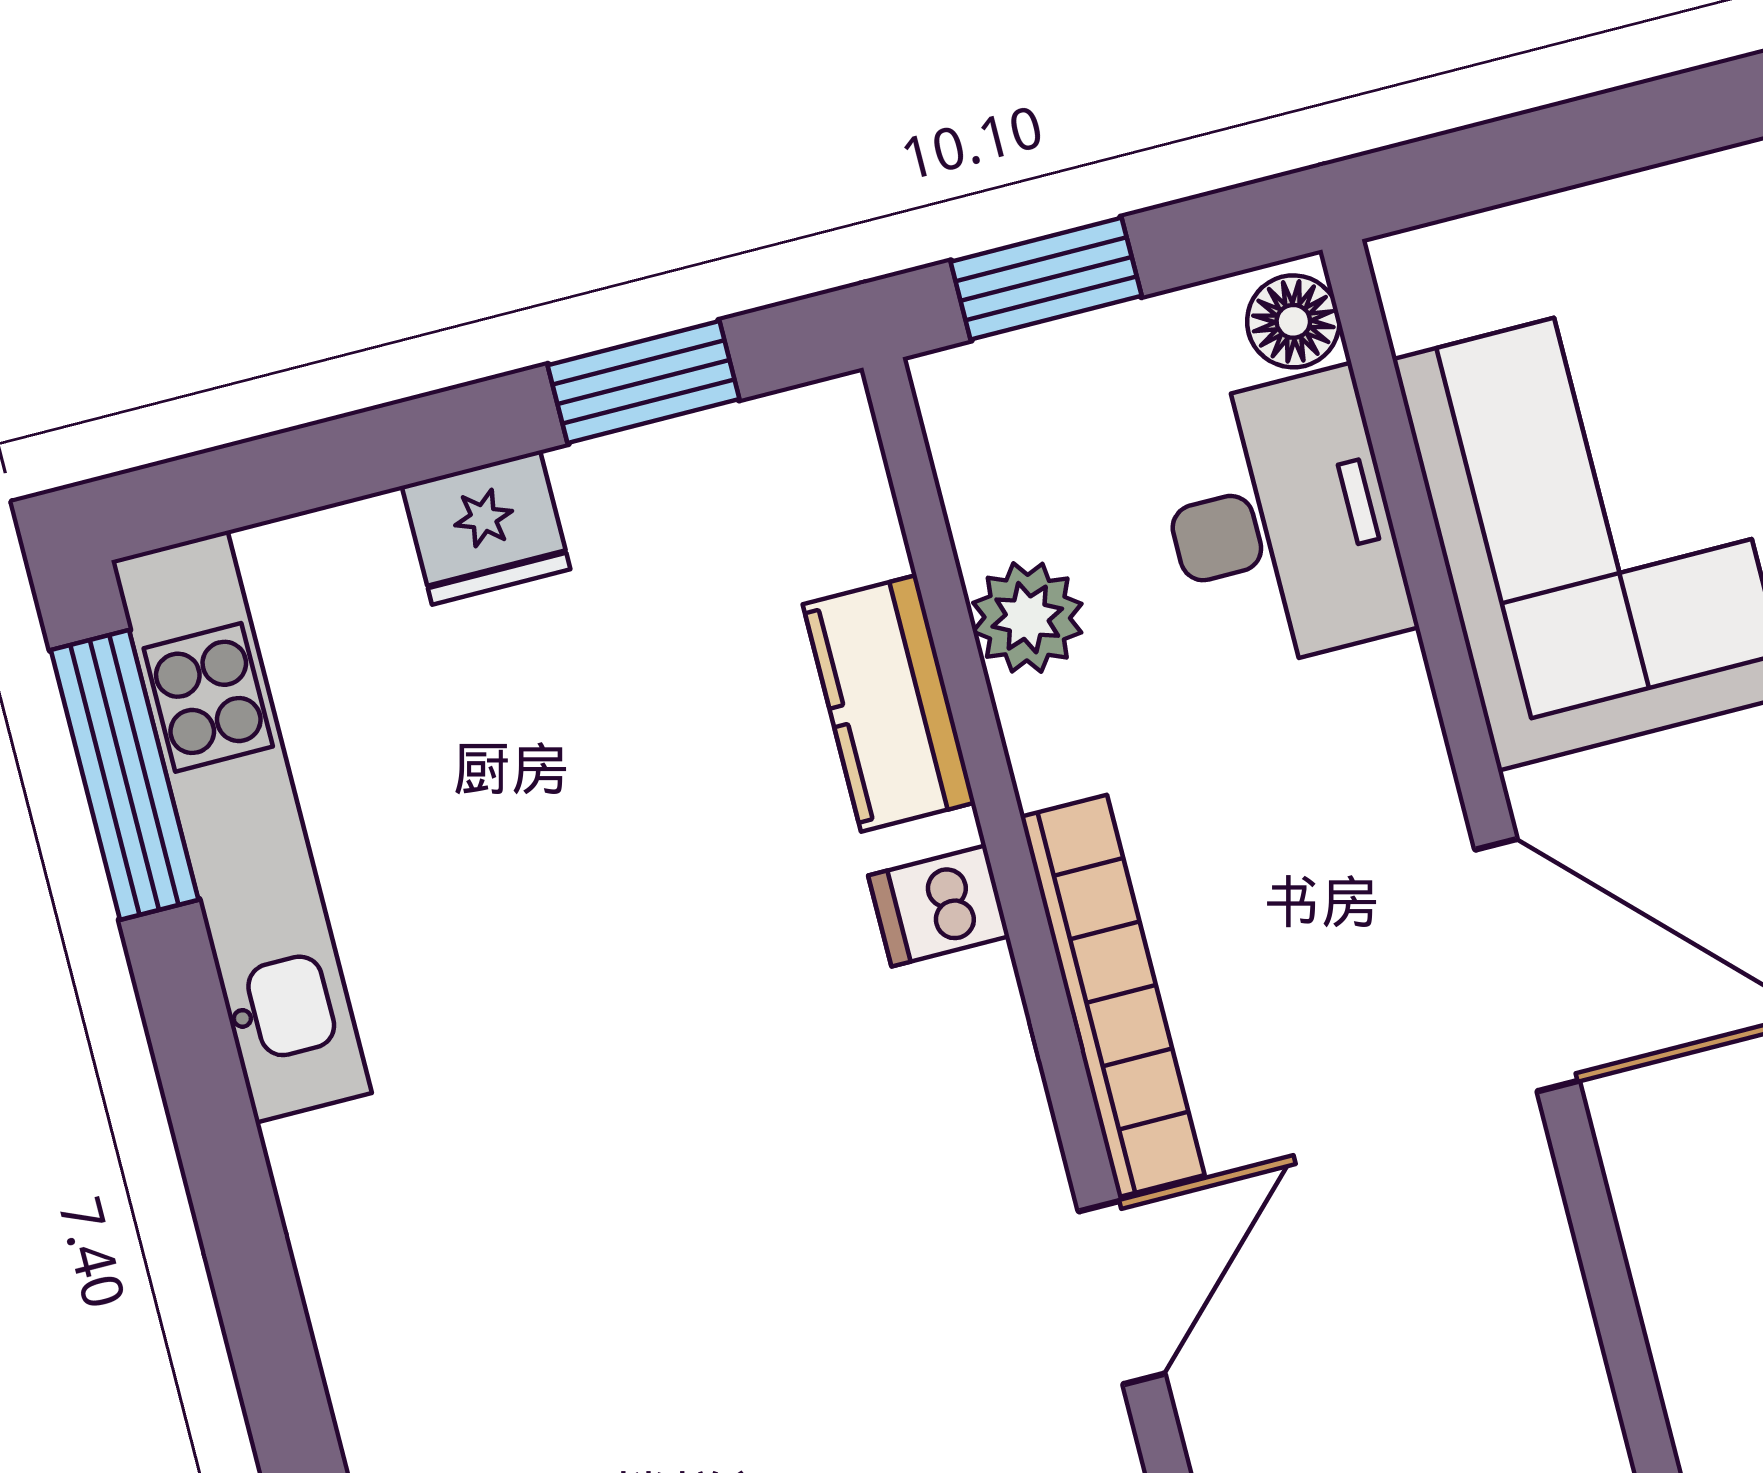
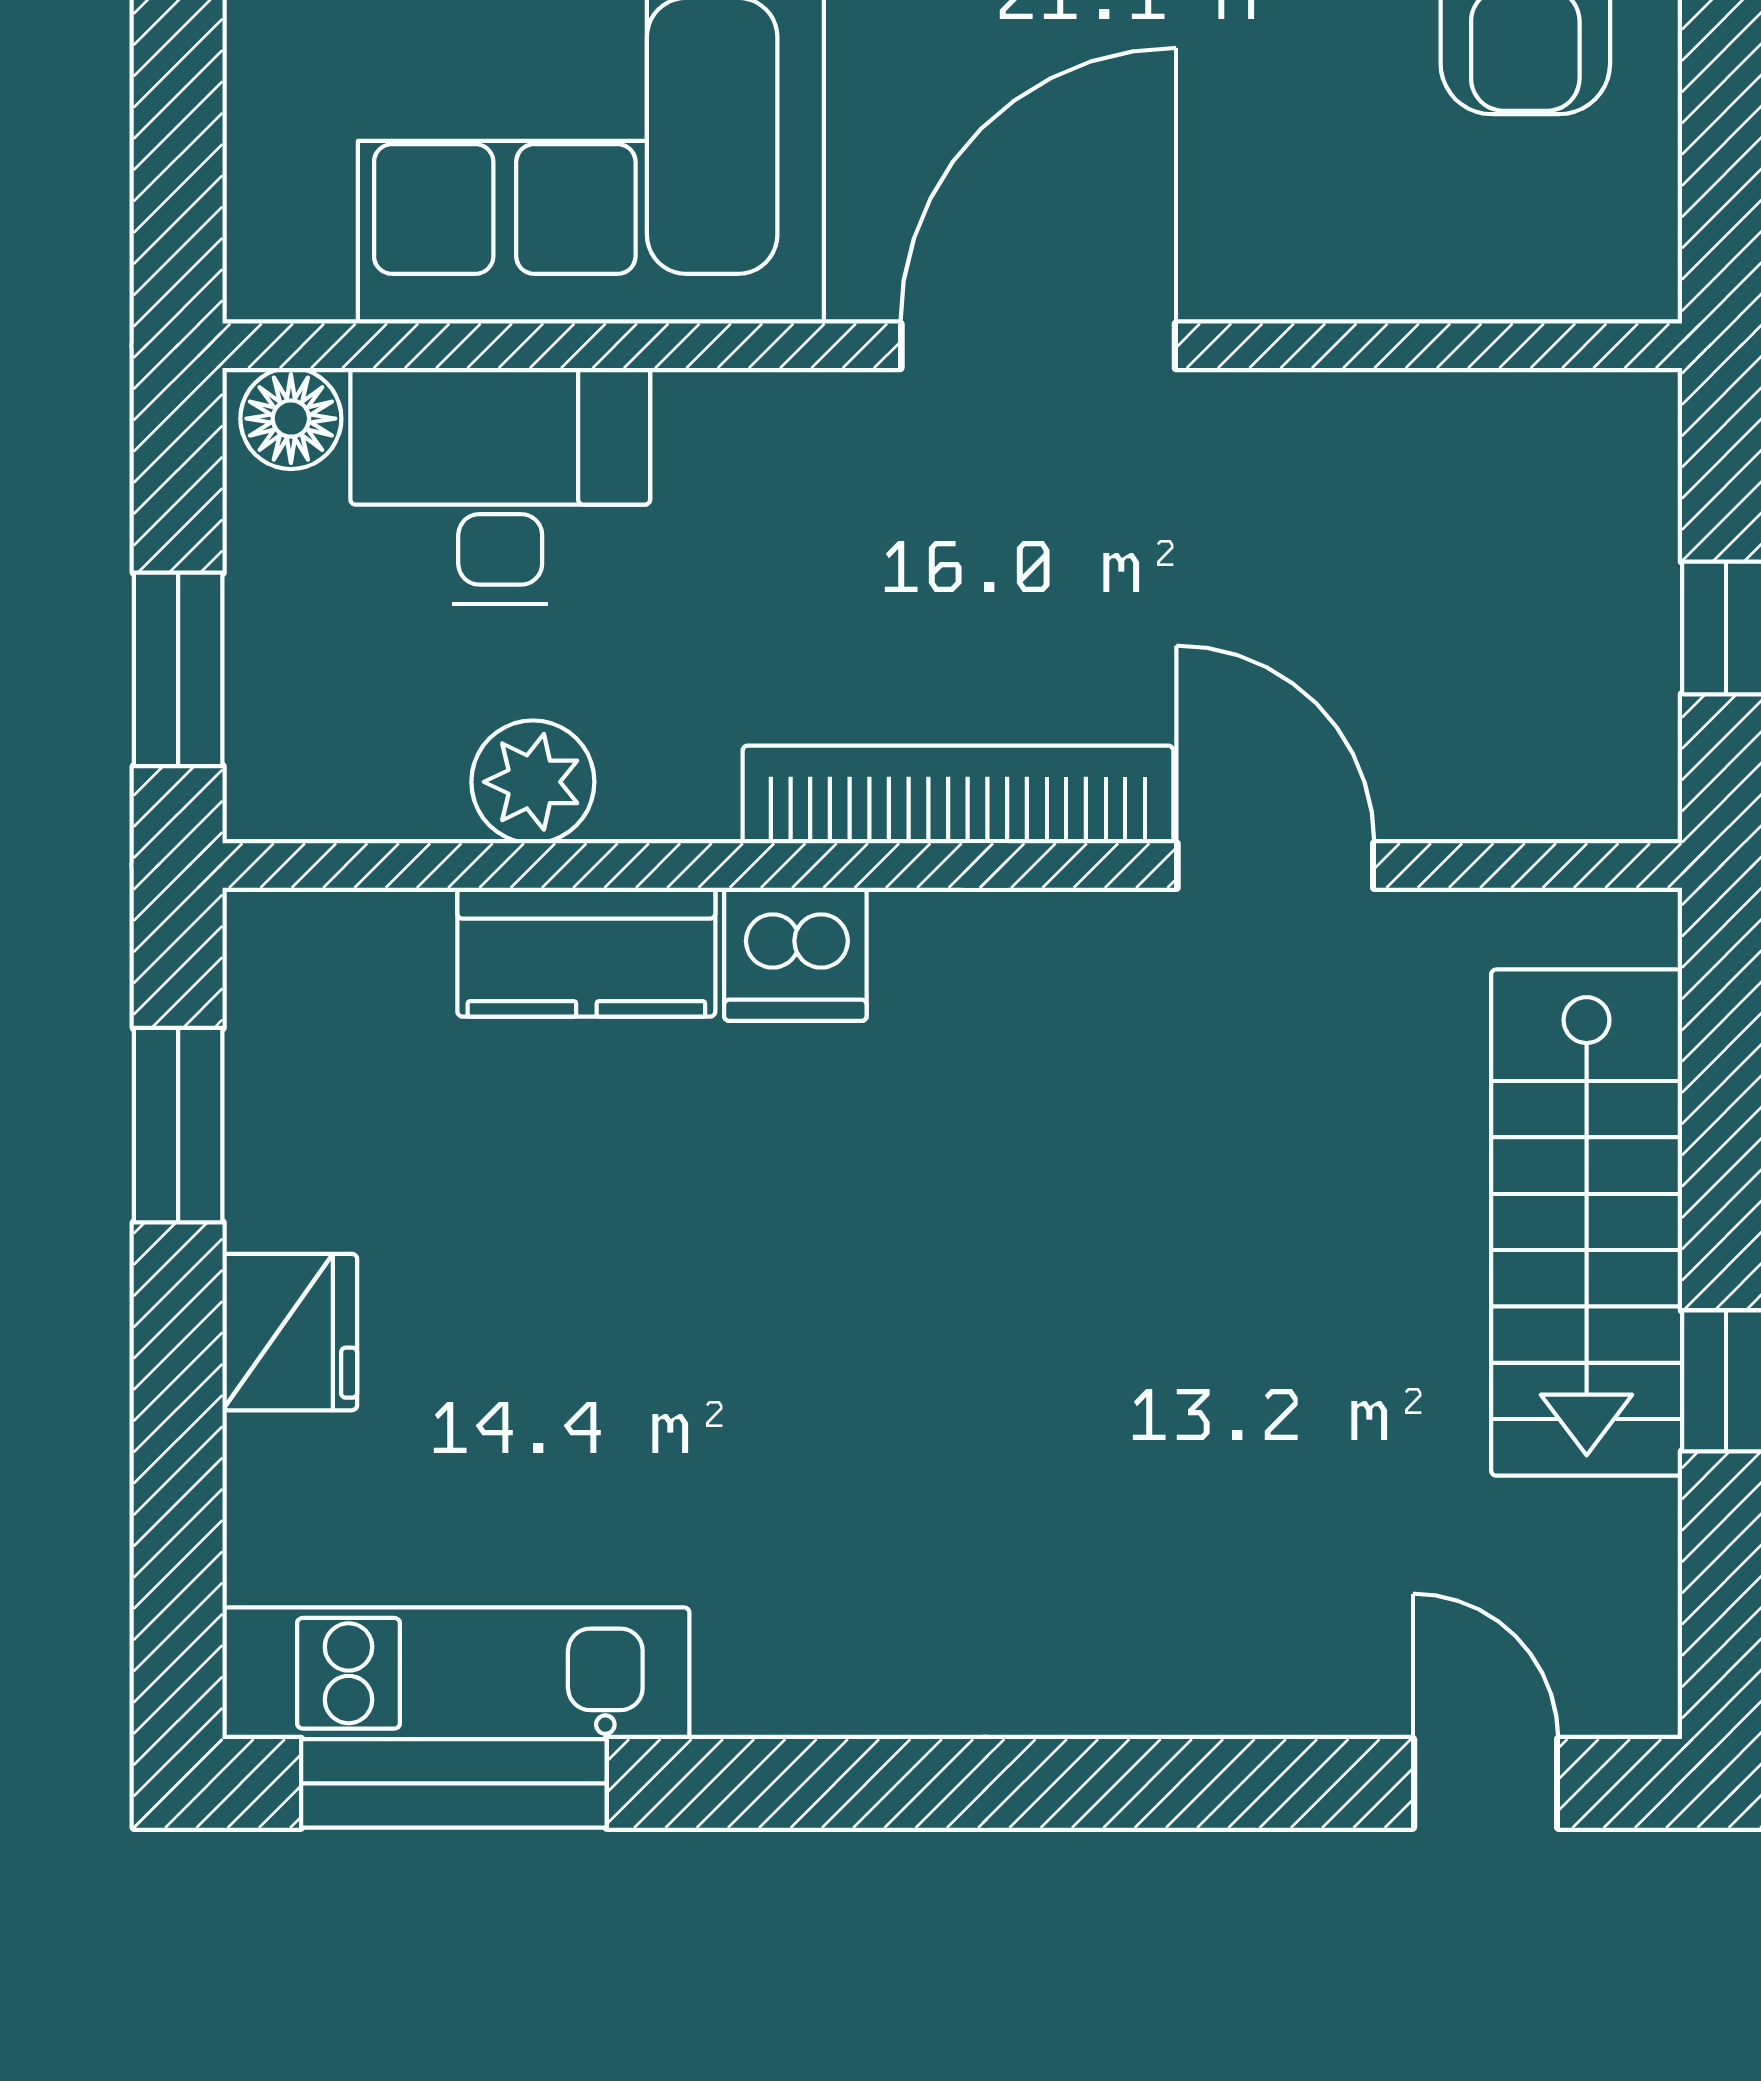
kitchen unit: (242, 827) -> (456, 1673), width x0.73
dishwasher: (939, 906) -> (795, 954), width x1.38

